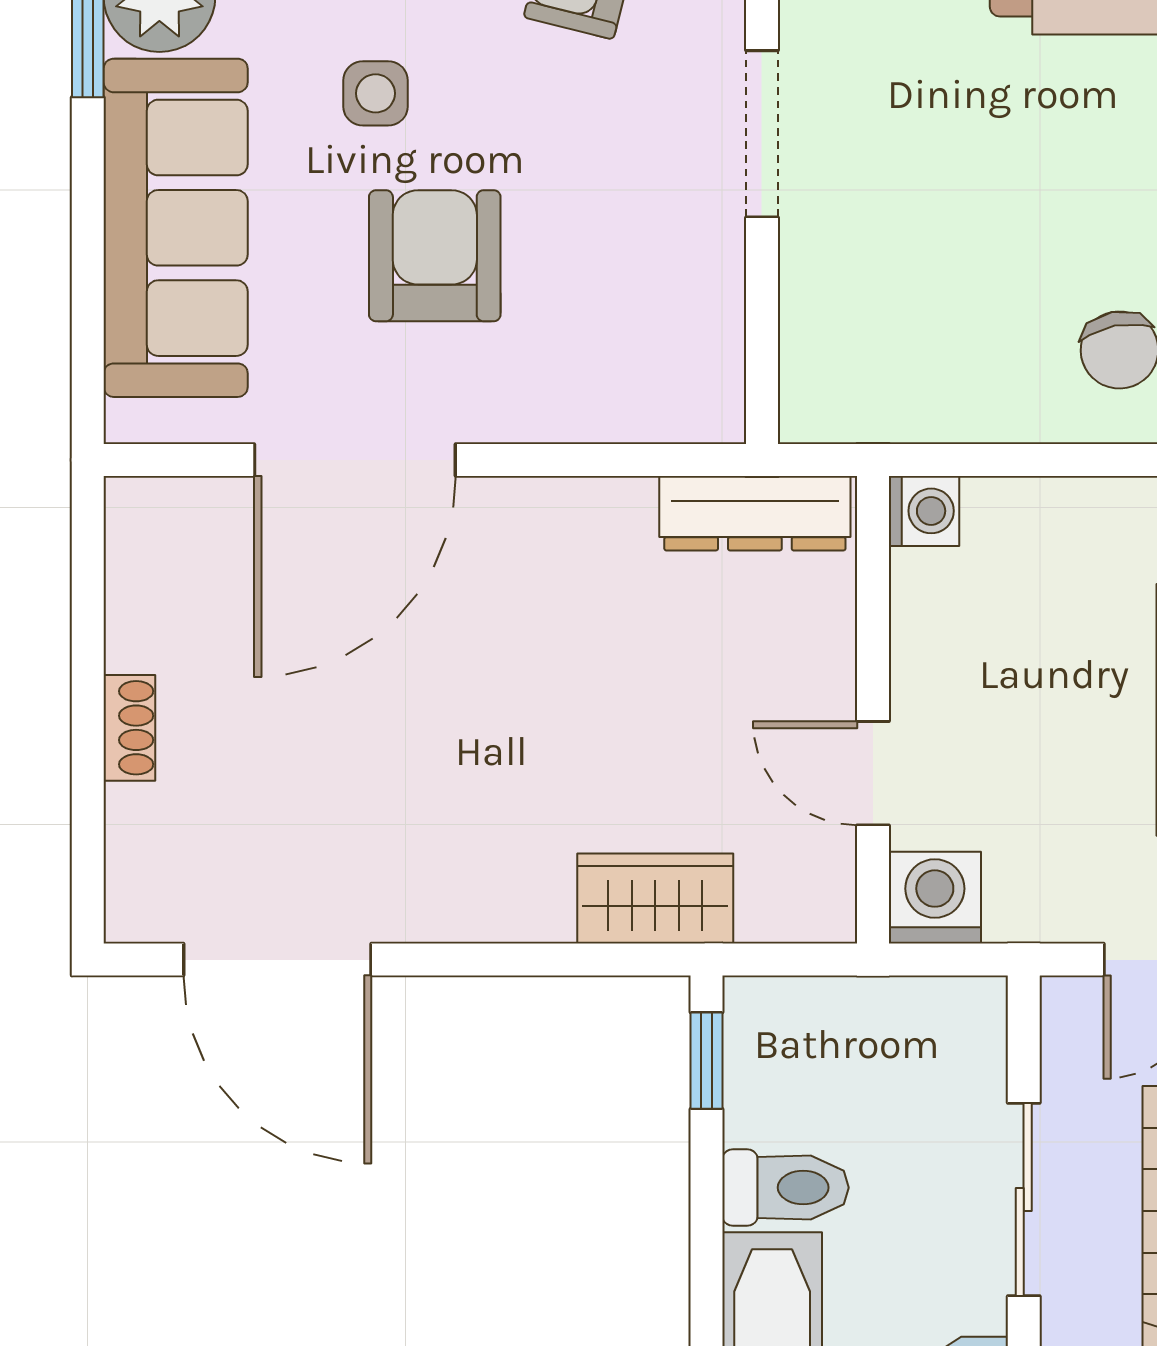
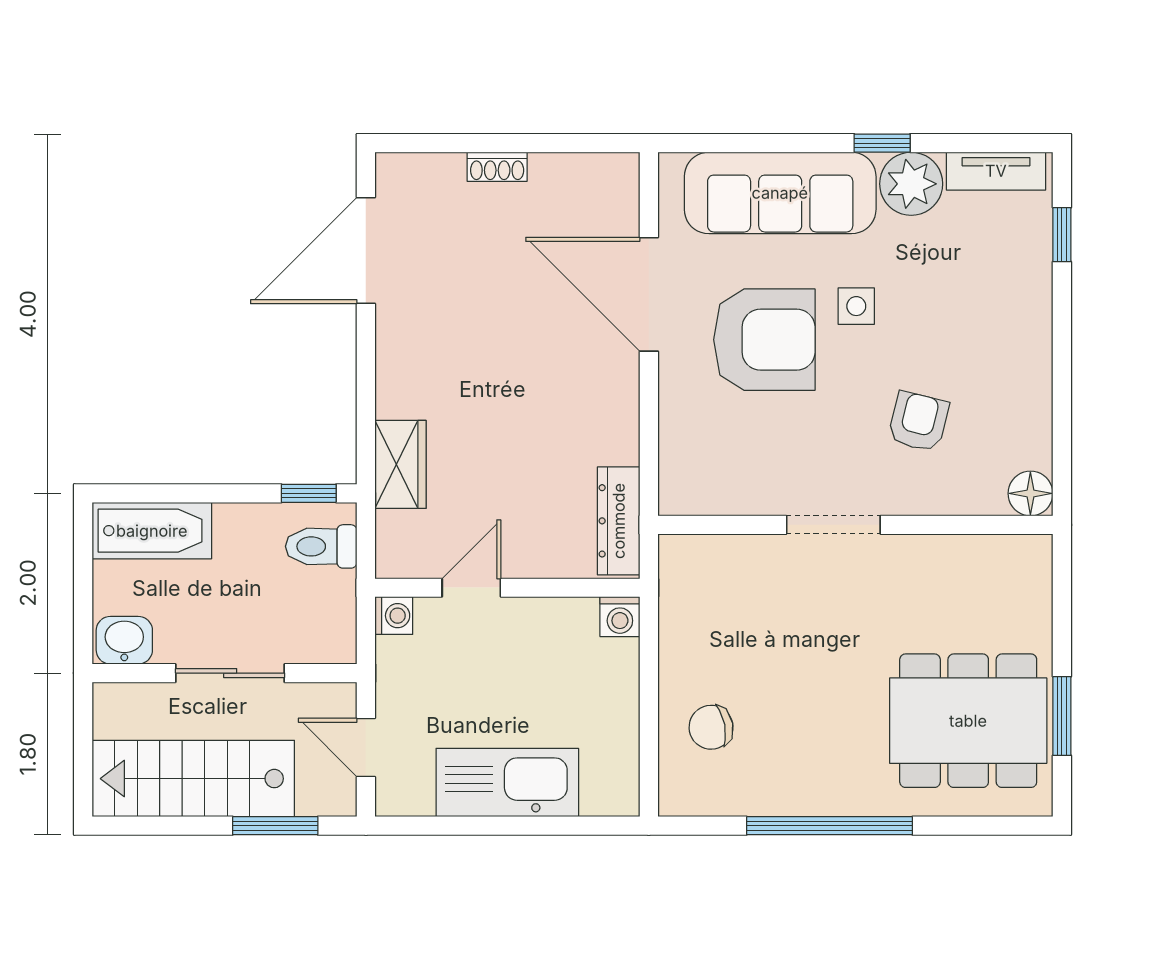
armchair: (435, 256) -> (764, 340), width x1.36, depth x1.36
washing machine: (935, 898) -> (394, 616), width x0.73, depth x0.73
toilet: (785, 1188) -> (321, 546), moved, turned 90

